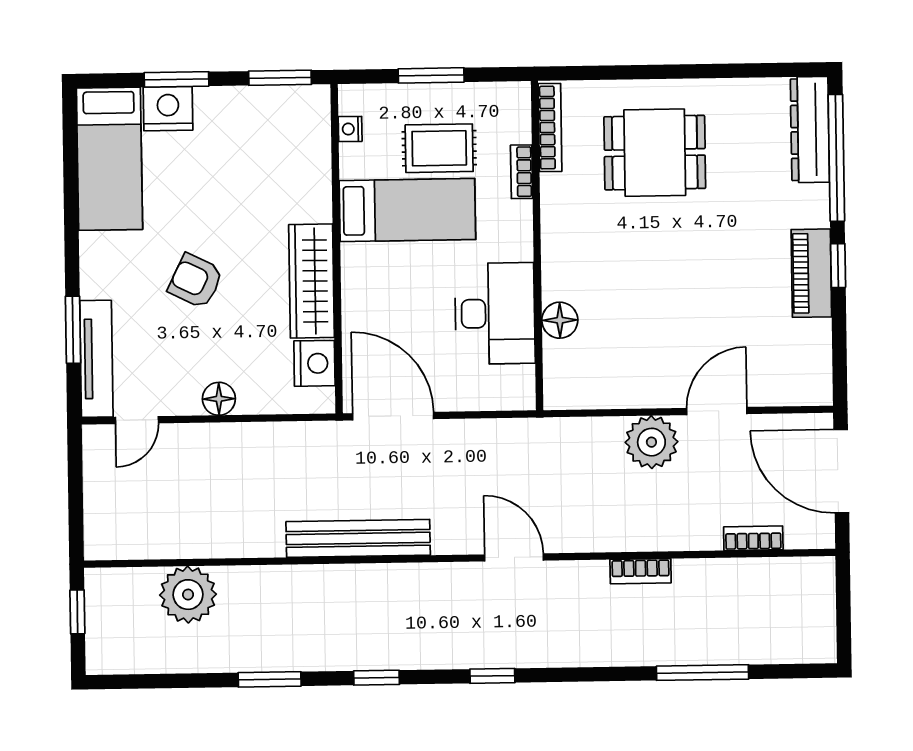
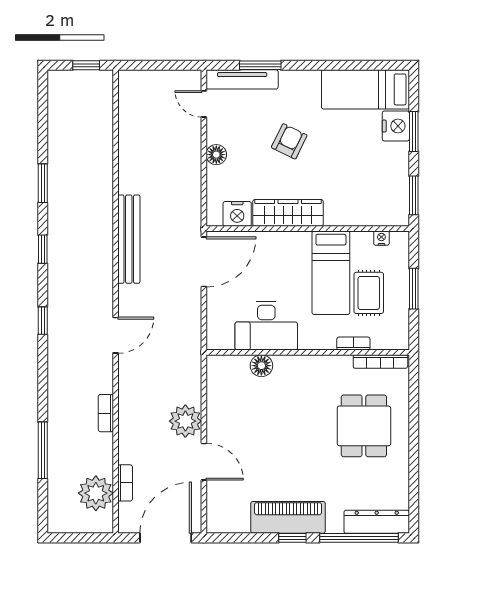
piano: (811, 273) -> (288, 517), width x1.37, depth x1.33
plant: (188, 595) -> (96, 493), moved

